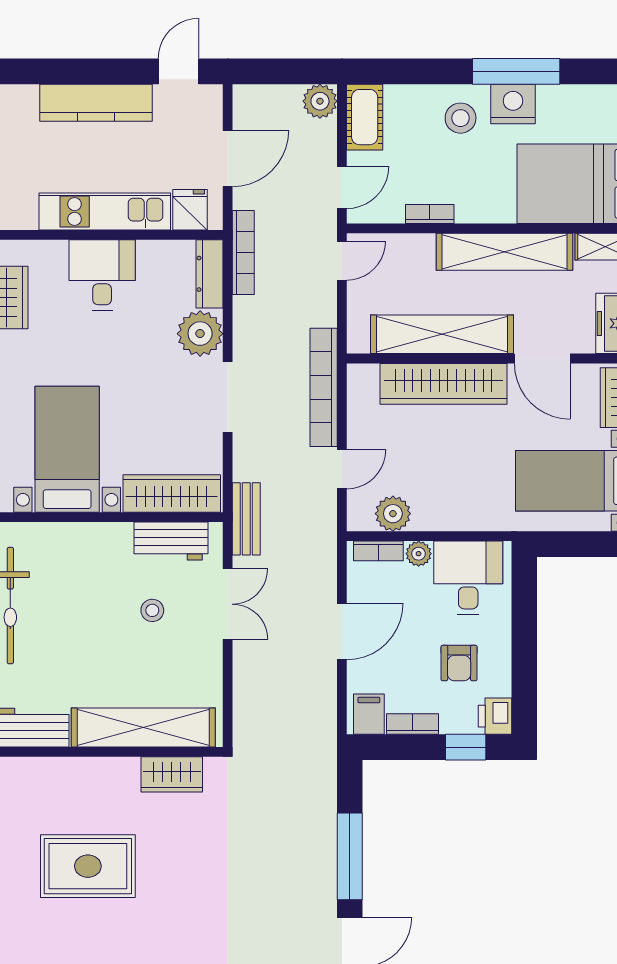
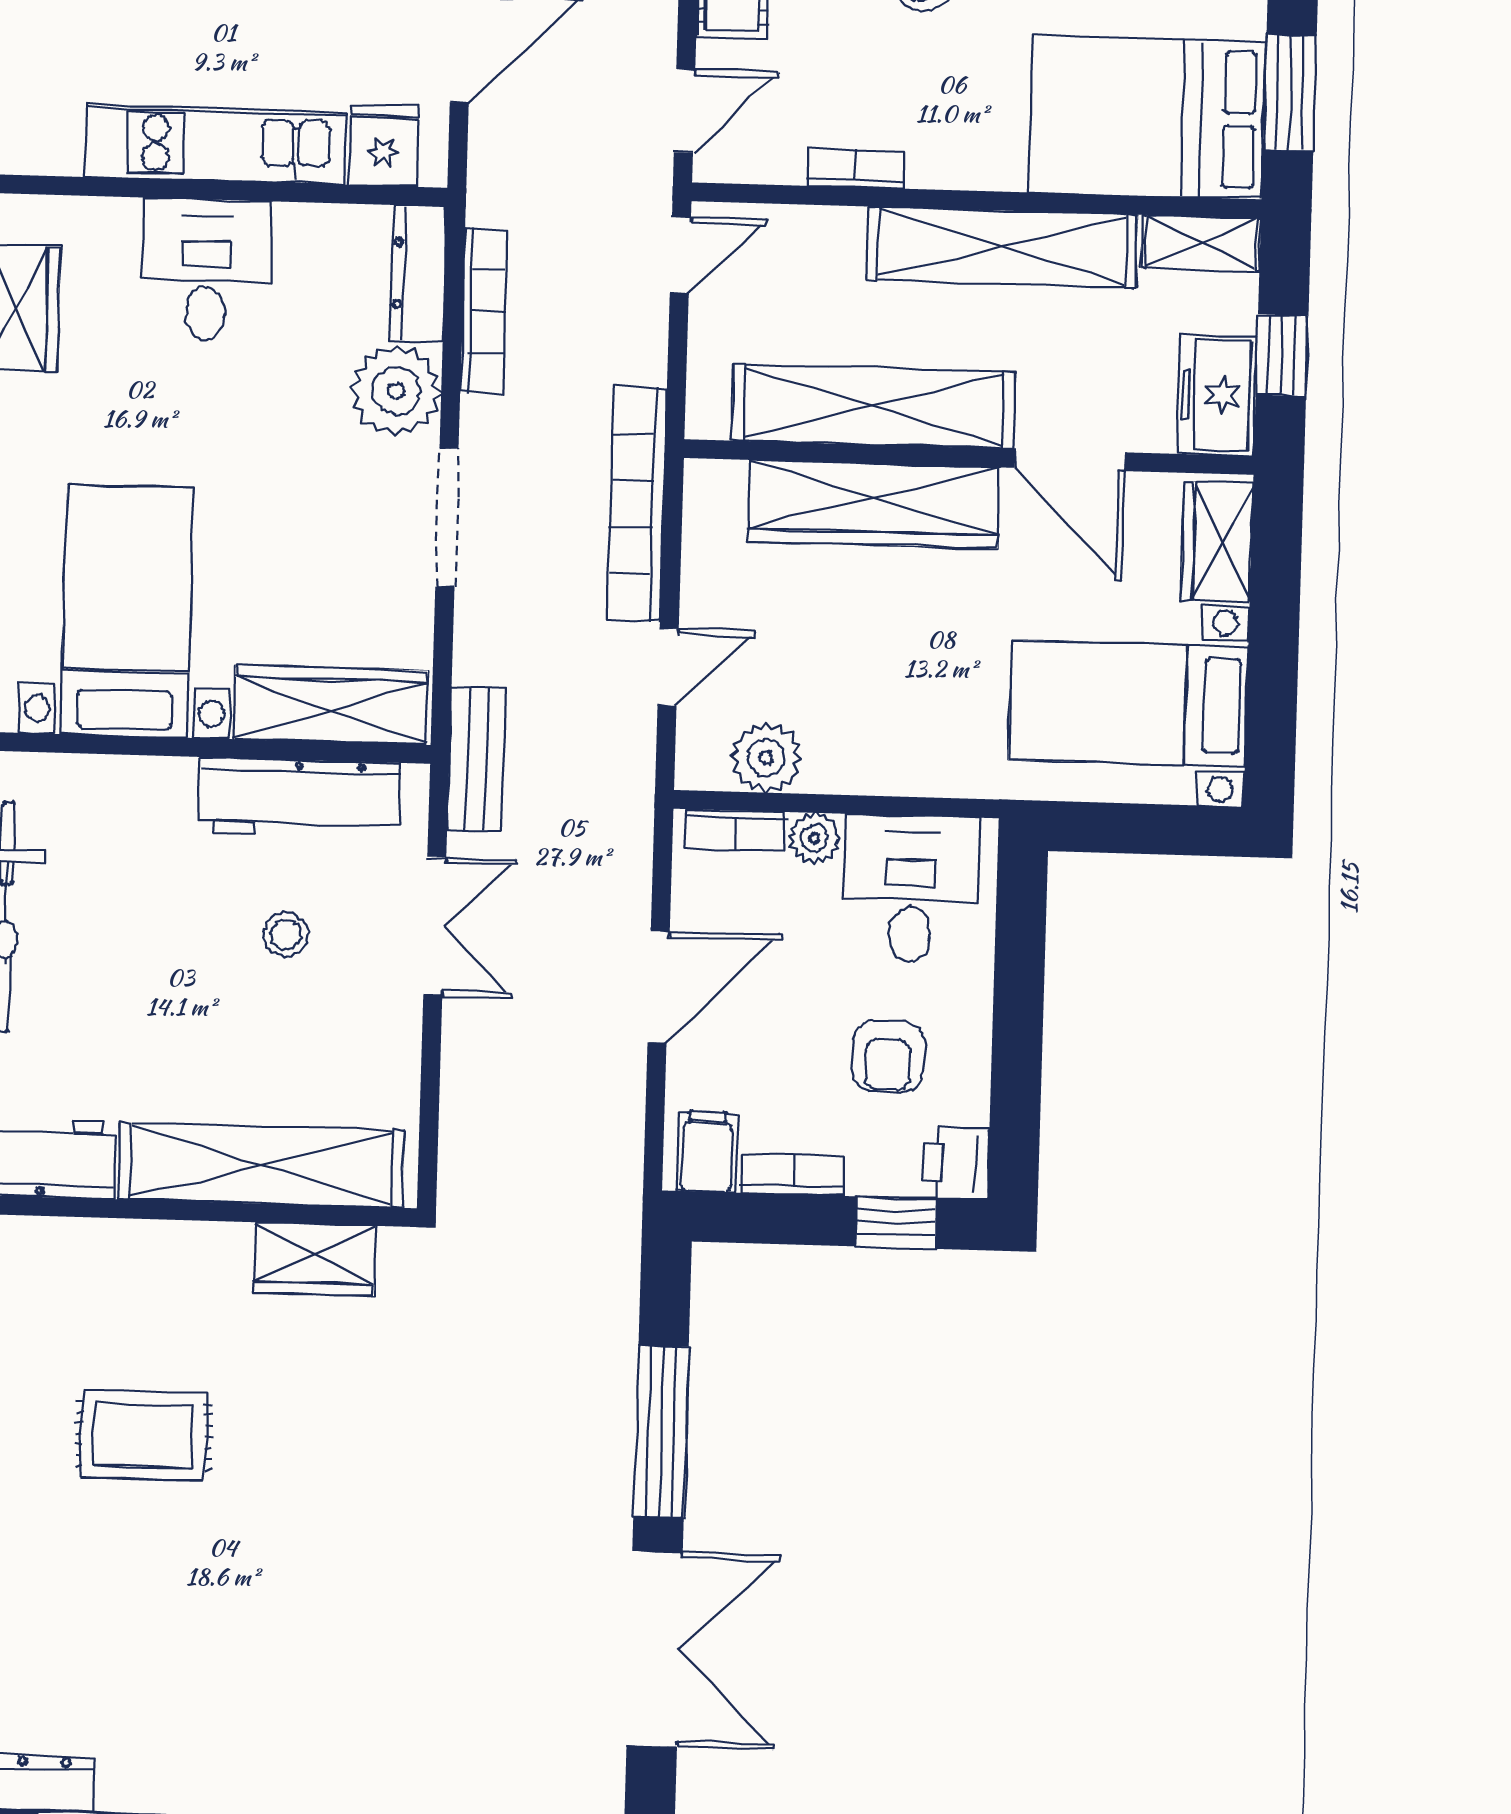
bookcase: (243, 253) -> (484, 311), moved
workbench: (171, 541) -> (299, 798), width x1.38
rug: (88, 866) -> (144, 1435), width x0.73, depth x0.70

